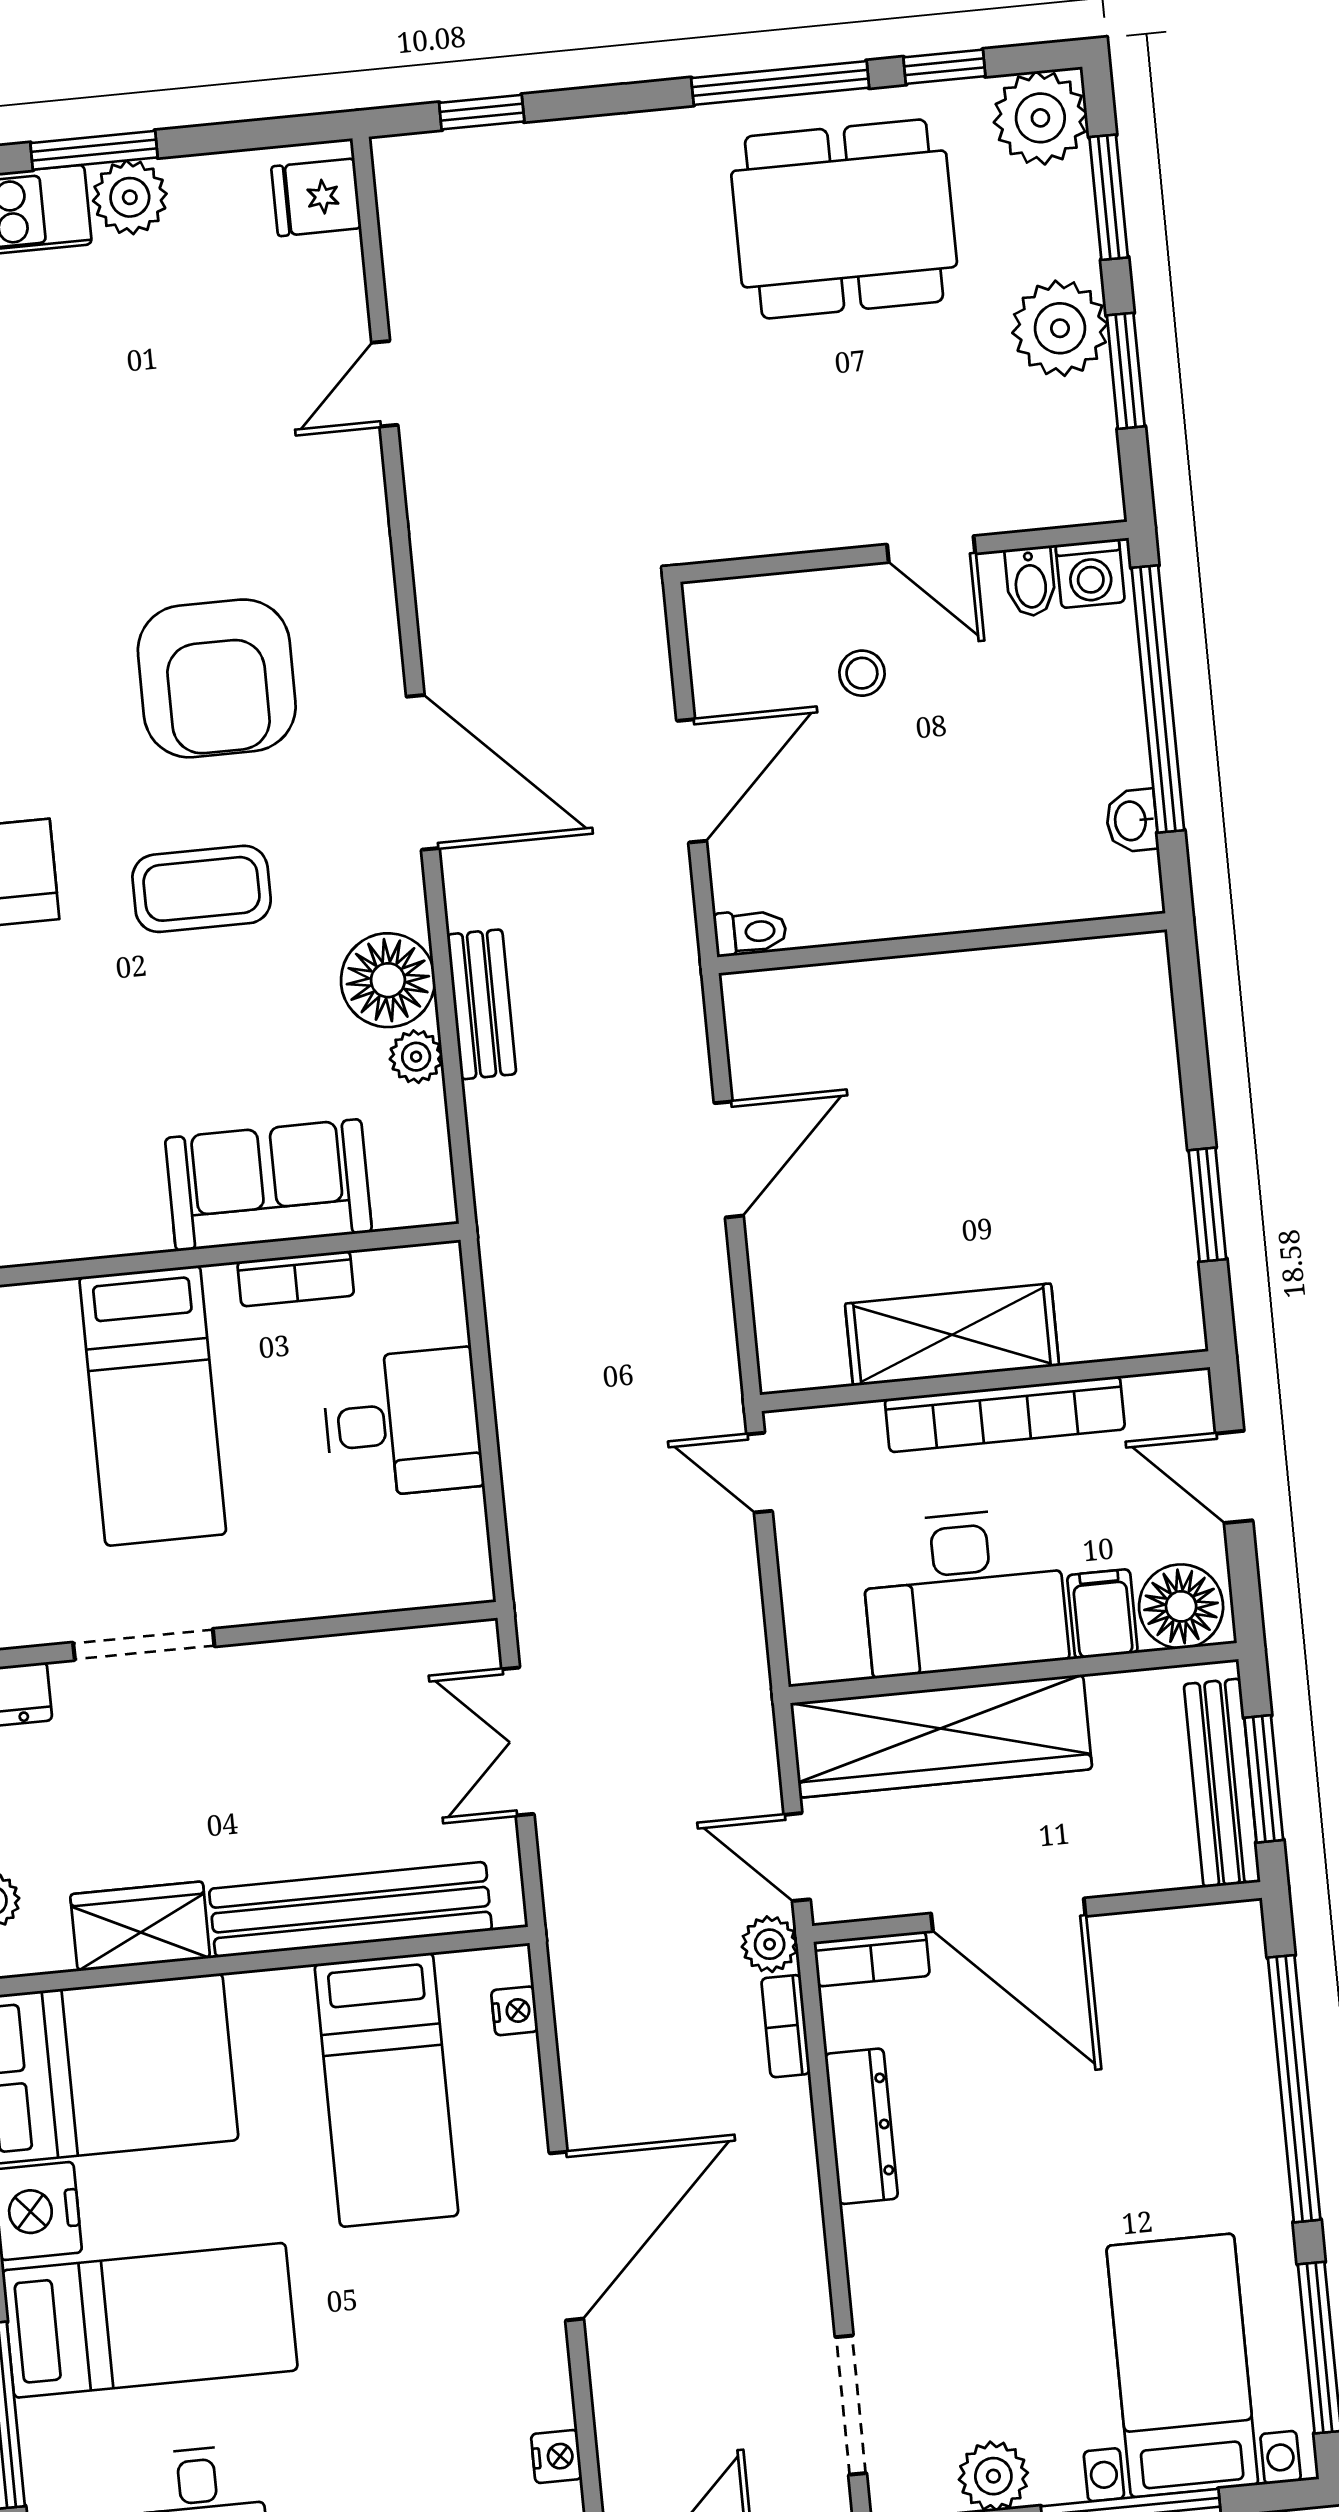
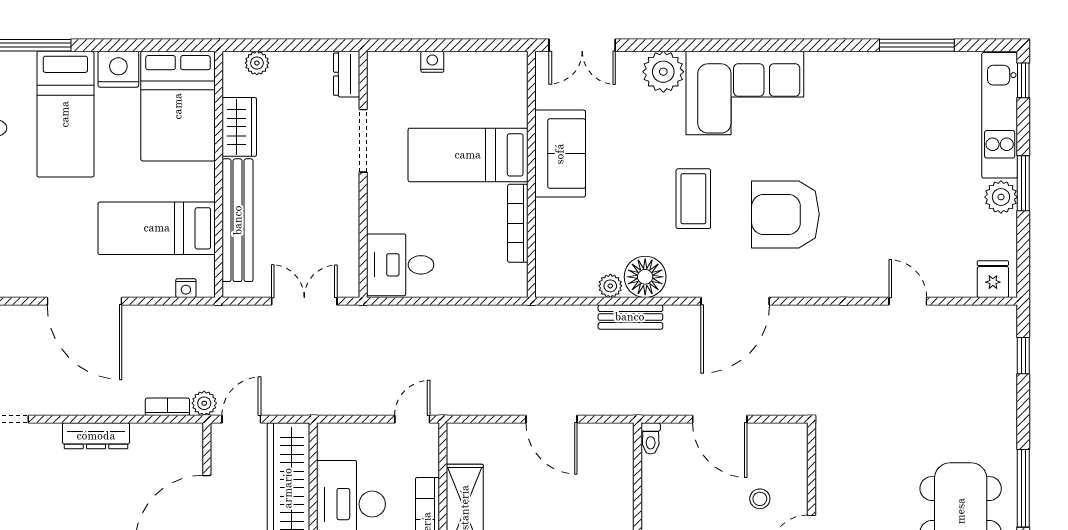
sofa: (268, 1185) -> (560, 154), moved
bookcase: (296, 1279) -> (518, 223), width x1.56
desk: (403, 1423) -> (400, 265), moved, turned 90
bookcase: (872, 1959) -> (193, 448), removed
dresser: (861, 2126) -> (96, 436), moved

